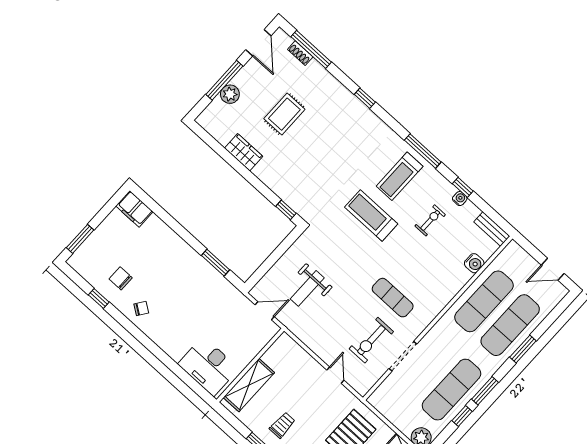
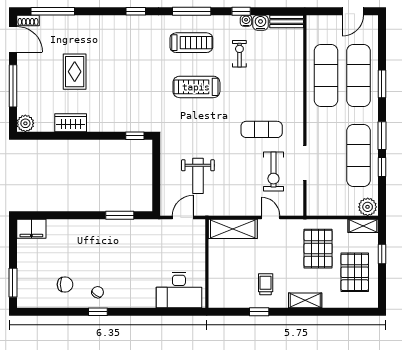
shoe rack: (300, 53) -> (28, 20), moved
plant: (230, 94) -> (25, 123), moved
window: (365, 98) -> (136, 11), moved
treadmill: (400, 176) -> (191, 43), turned -90
water cooler: (474, 263) -> (260, 23), moved, turned -90
chair: (121, 278) -> (65, 284), turned 180
window: (99, 299) -> (98, 312), moved
shelving: (249, 385) -> (233, 229), moved, turned 90

